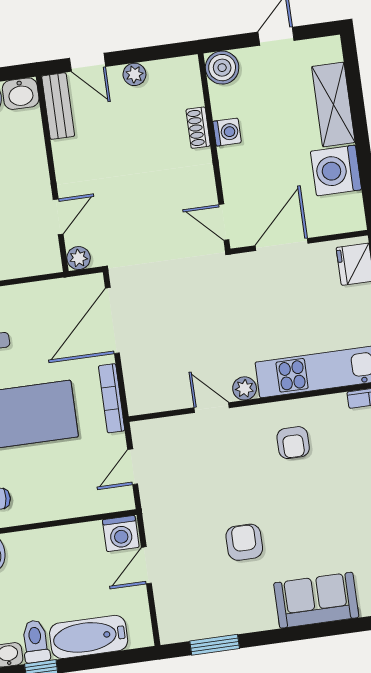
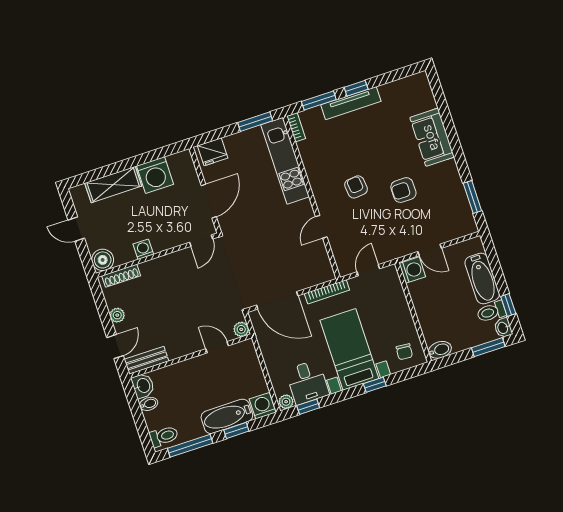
shoe rack: (198, 128) -> (121, 276), moved, width x1.43
door: (282, 244) -> (209, 201), swing flipped
plant: (245, 388) -> (305, 208), removed
armchair: (293, 443) -> (356, 187), moved, turned -96
door: (133, 467) -> (368, 270), swing flipped

